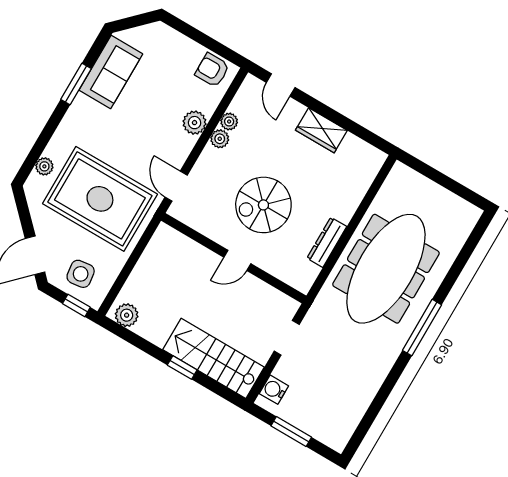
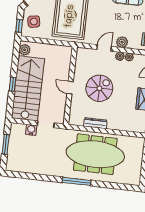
door: (176, 186) -> (104, 48), moved
spiral stairs: (263, 205) -> (99, 88), turned 90
stairs: (214, 358) -> (28, 88), width x1.36, depth x1.51
water cooler: (274, 390) -> (31, 130), moved

